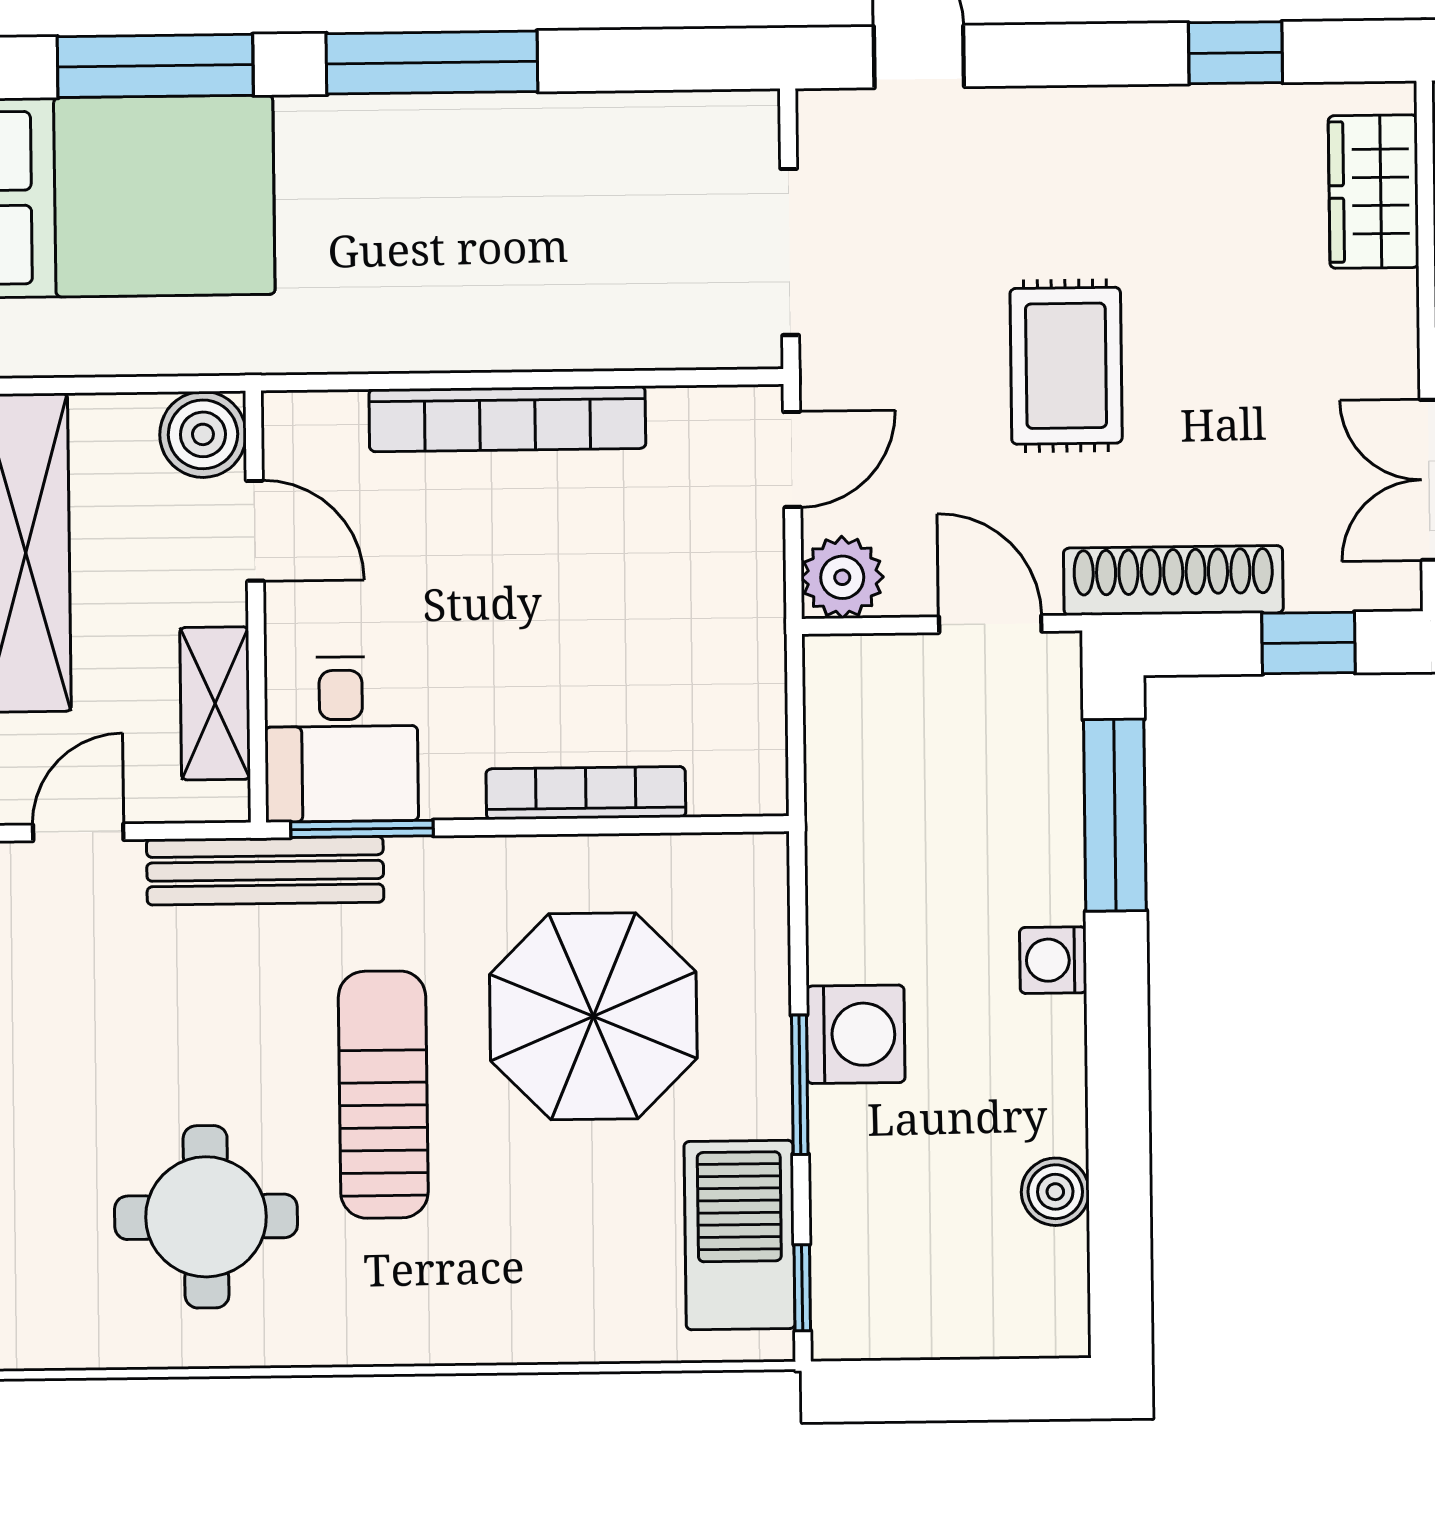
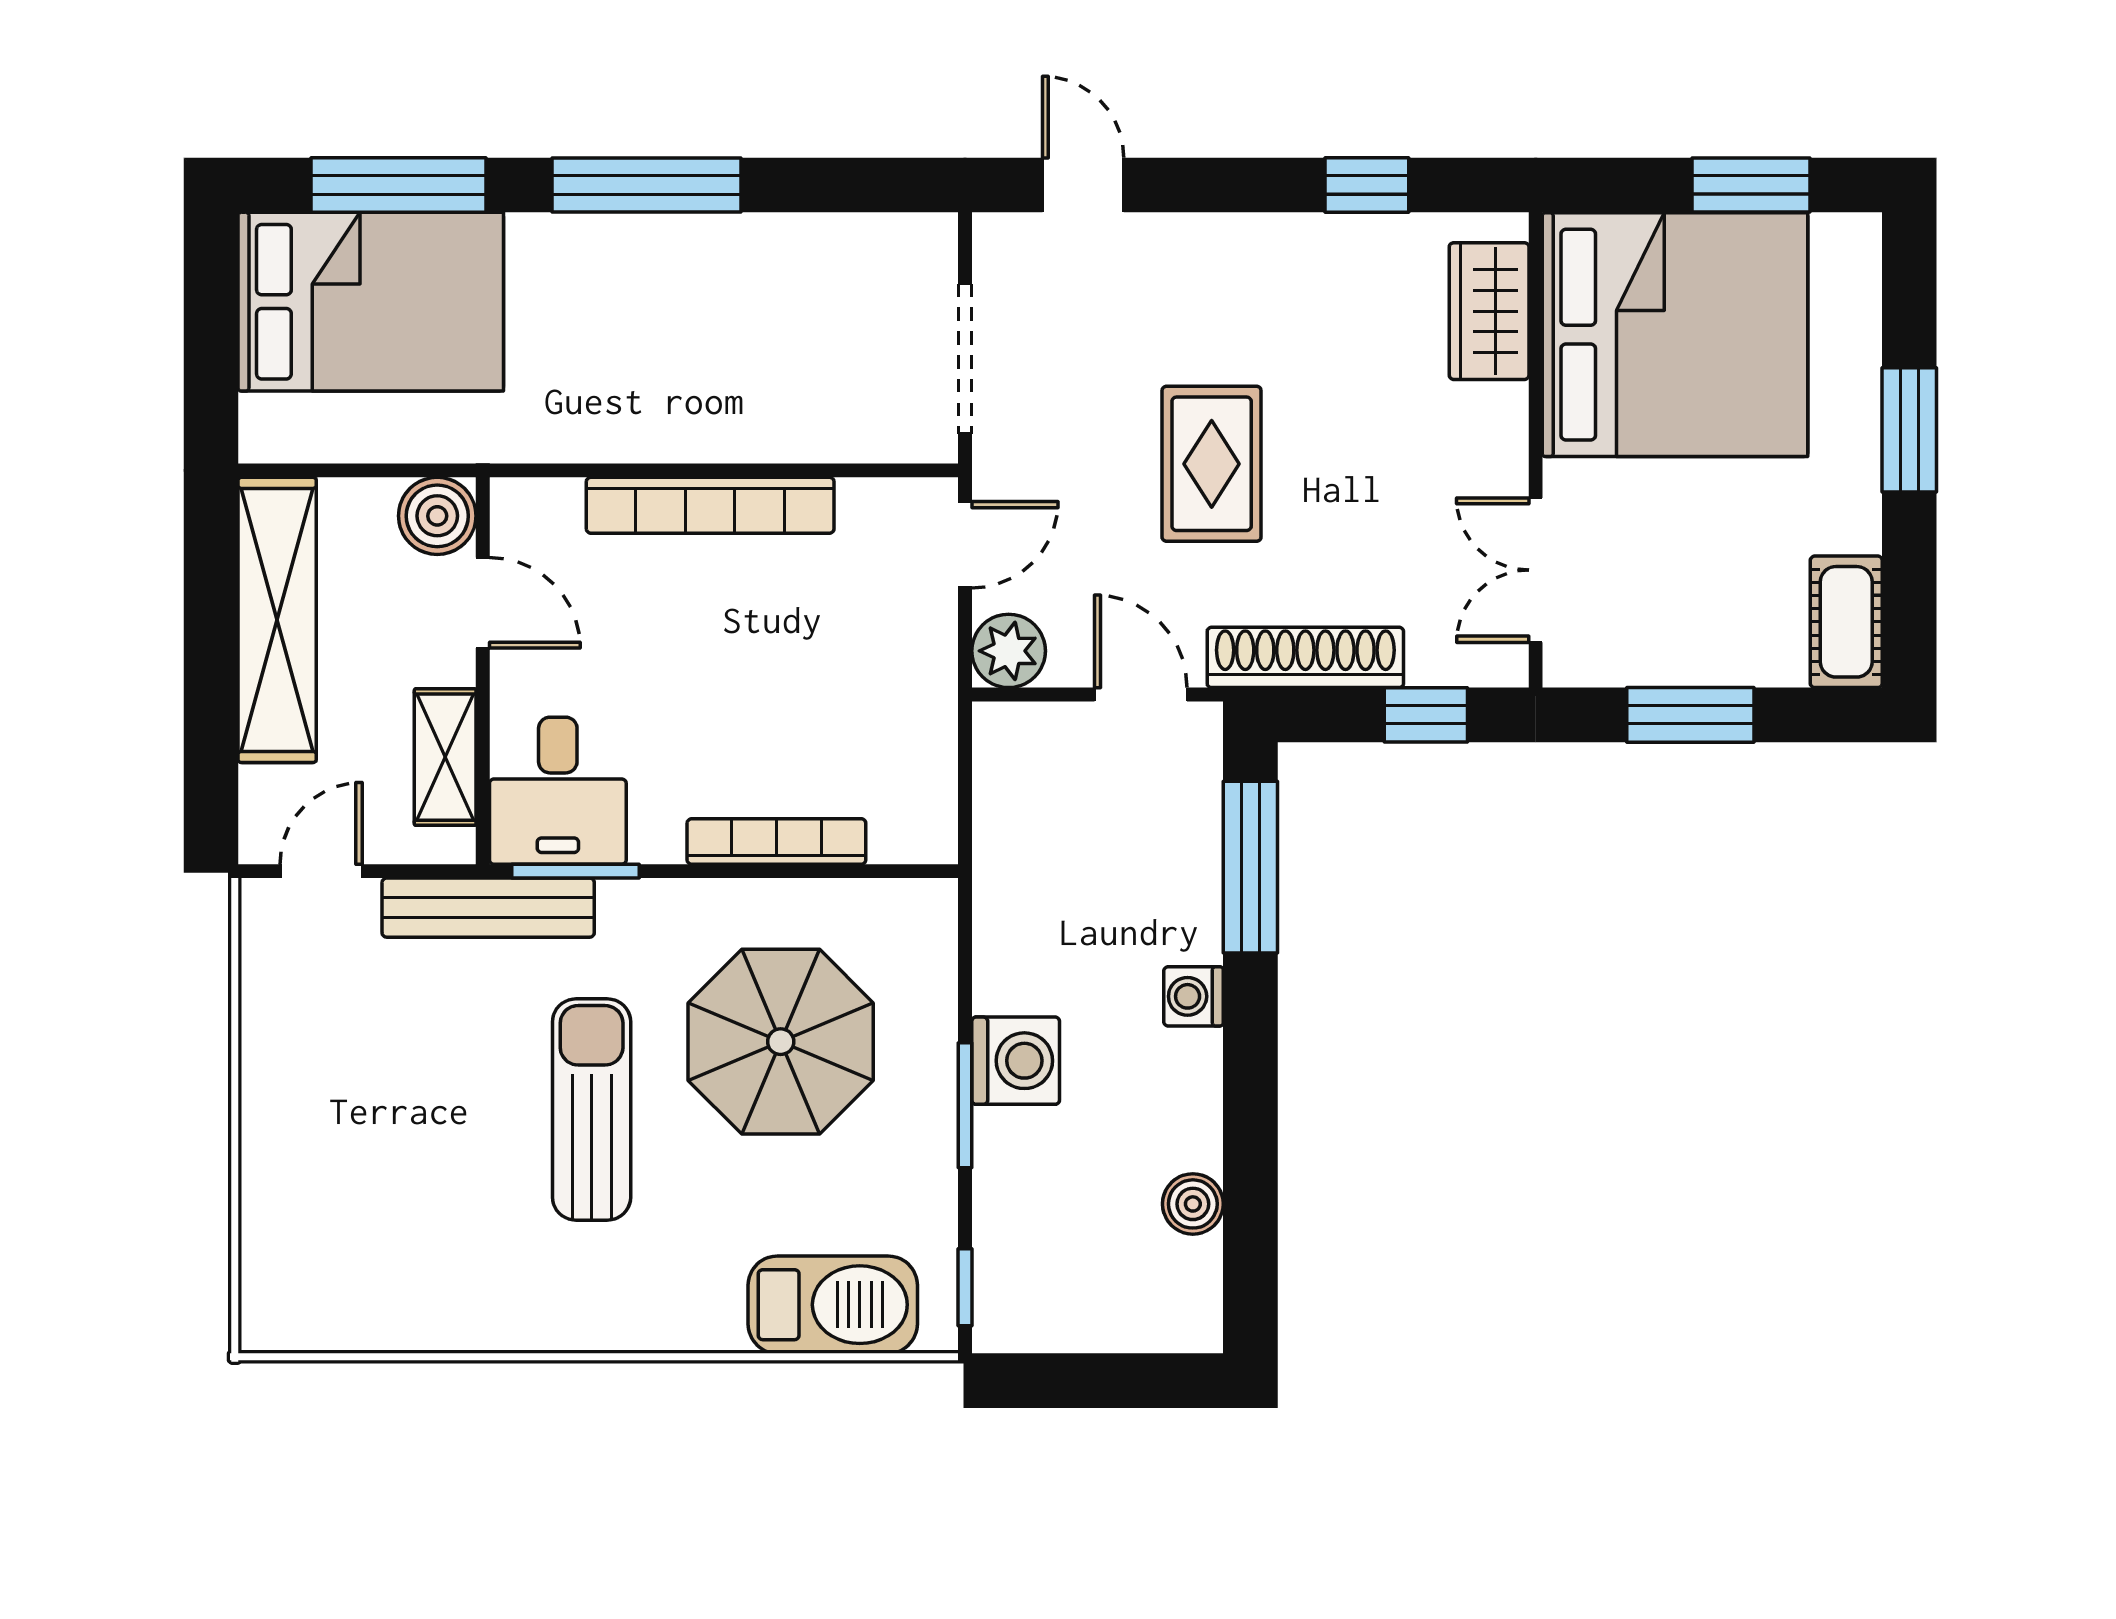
round table: (206, 1217) -> (431, 1217), removed
barbecue: (740, 1235) -> (833, 1305), moved, turned 90

